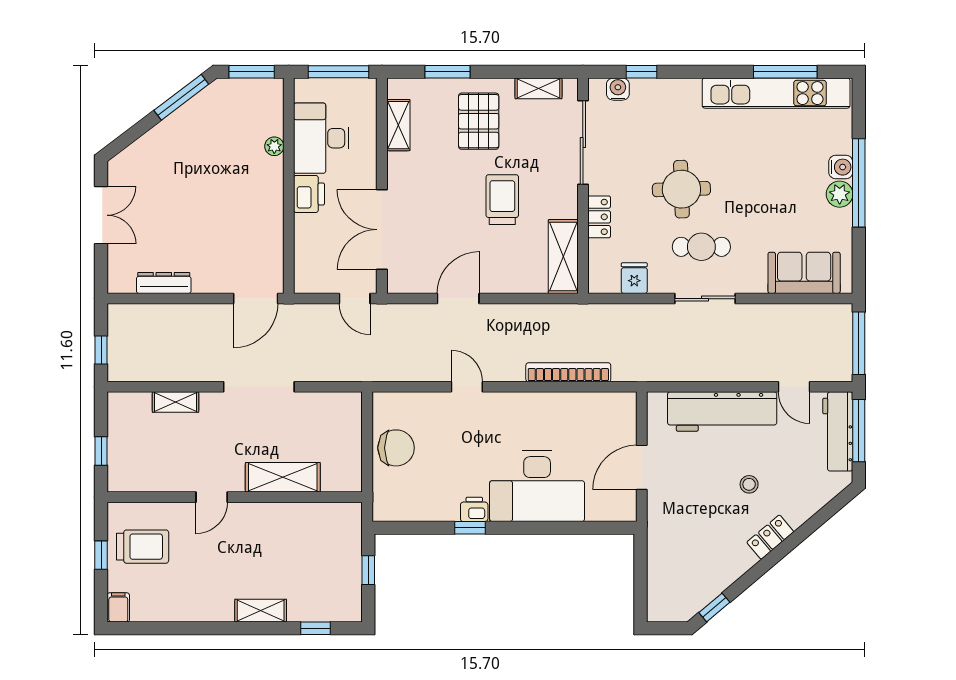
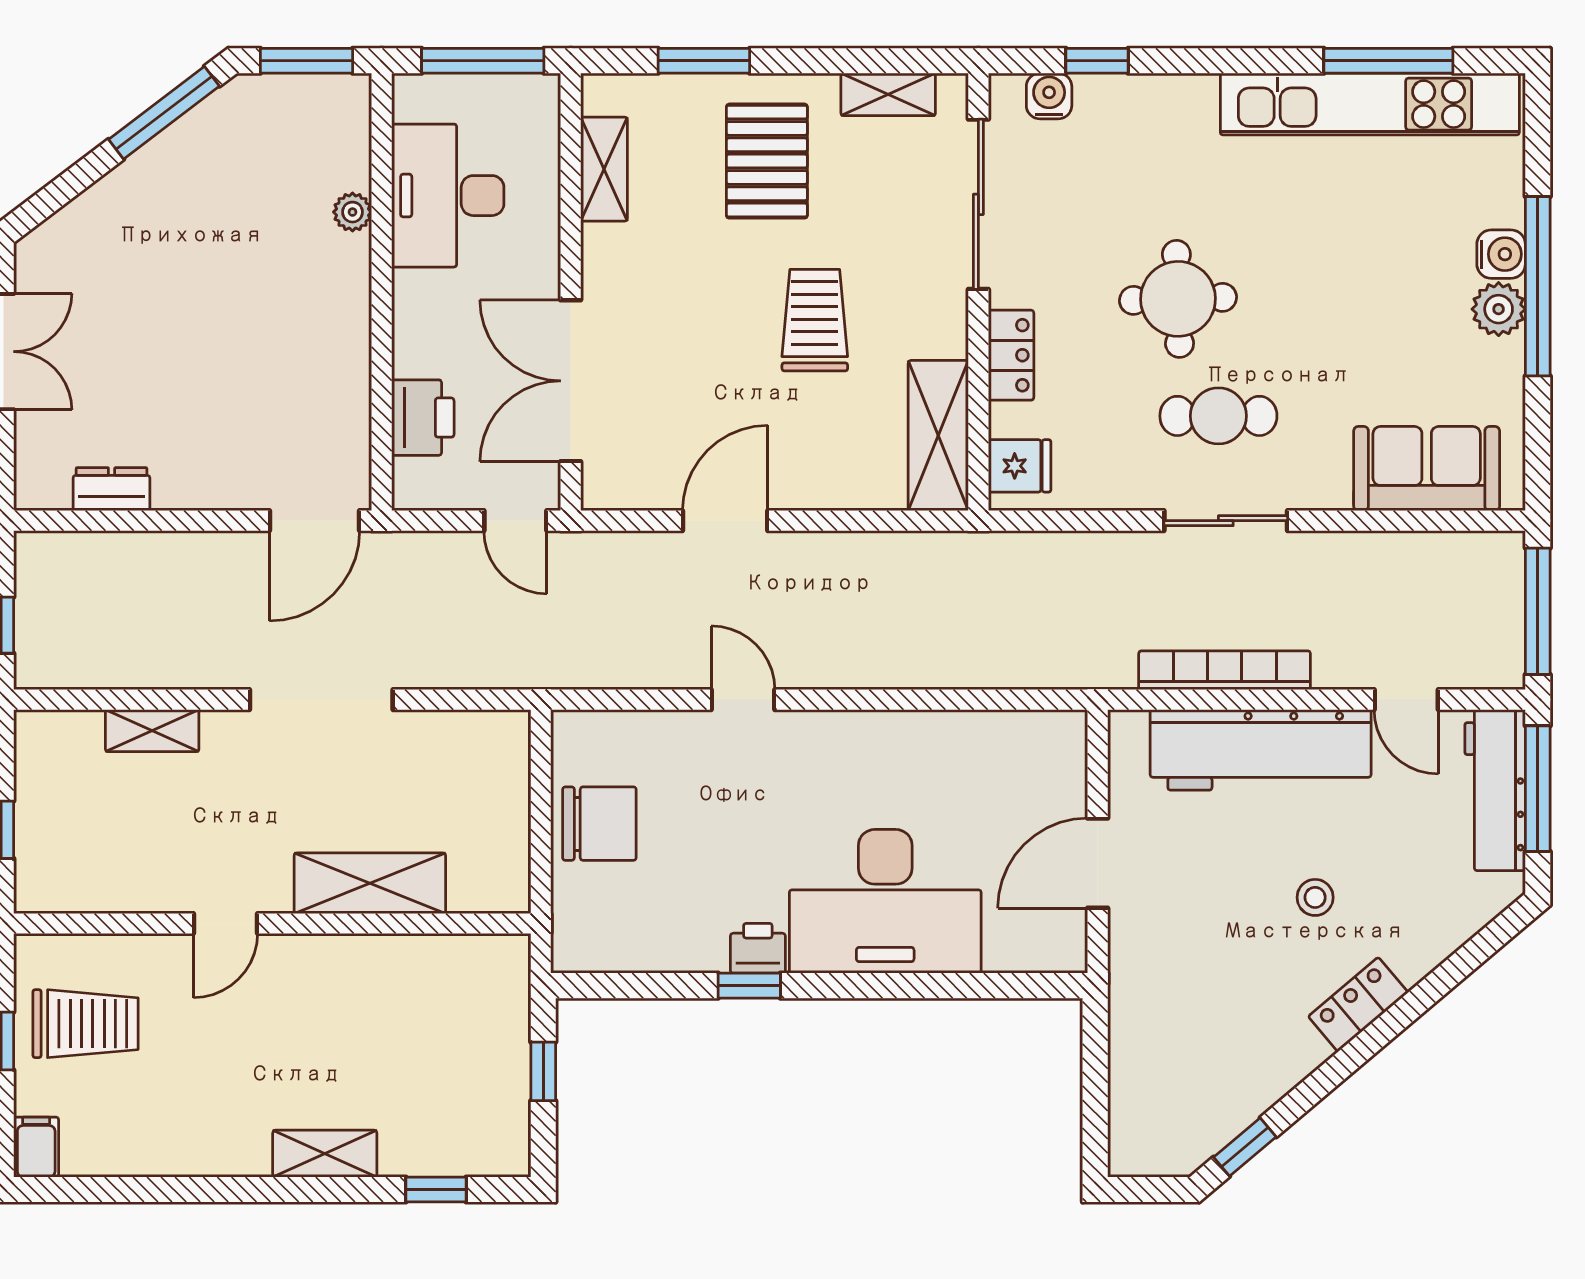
printer: (309, 194) -> (423, 418), moved
fridge: (634, 278) -> (1020, 466), moved, turned 90
dresser: (164, 283) -> (112, 489), width x0.70
bookcase: (568, 372) -> (1225, 670), moved

